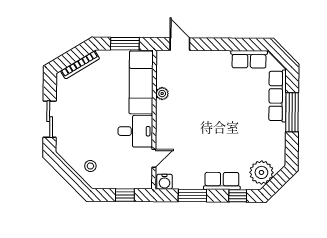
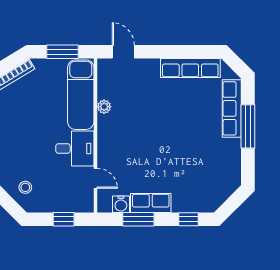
row of seats: (249, 59) -> (190, 68), width x1.48
door: (154, 158) -> (95, 178), hinge flipped
plant: (261, 172) -> (215, 193), removed
row of seats: (222, 181) -> (151, 203), moved
water cooler: (164, 182) -> (121, 204), moved

